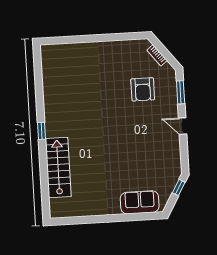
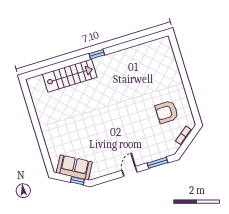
armchair: (143, 89) -> (167, 112), moved
sofa: (140, 202) -> (74, 167), moved, turned -60

